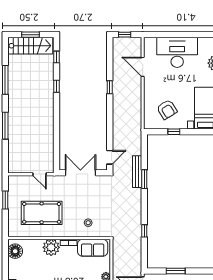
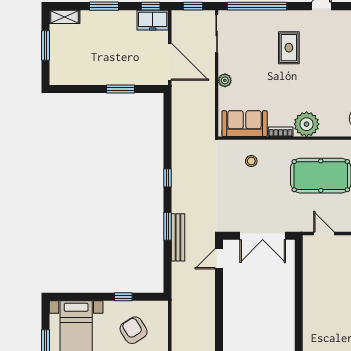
window: (144, 231) -> (167, 178), moved

